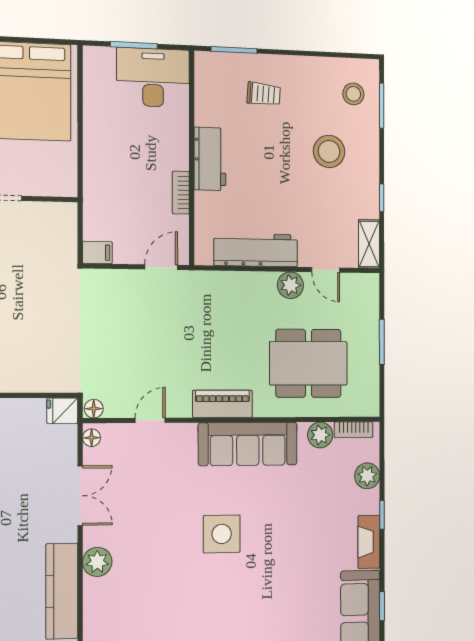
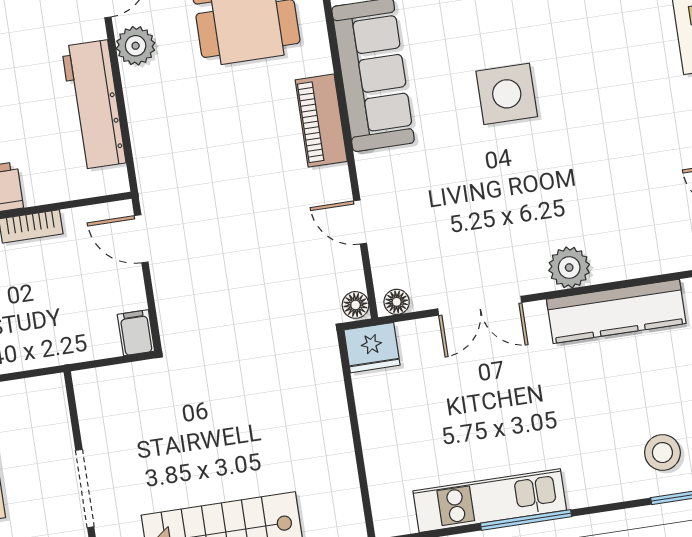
fridge: (62, 411) -> (372, 348), width x1.38
double door: (80, 496) -> (480, 306), swing flipped

